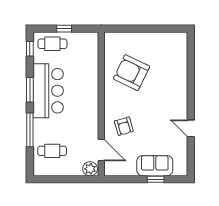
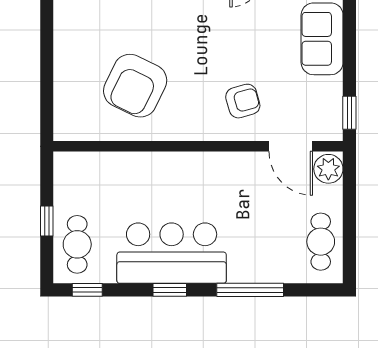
window: (30, 90) -> (170, 290), width x0.67
door: (101, 150) -> (291, 146), swing flipped
cafe table: (52, 151) -> (321, 242), moved
window: (156, 179) -> (349, 113), moved

